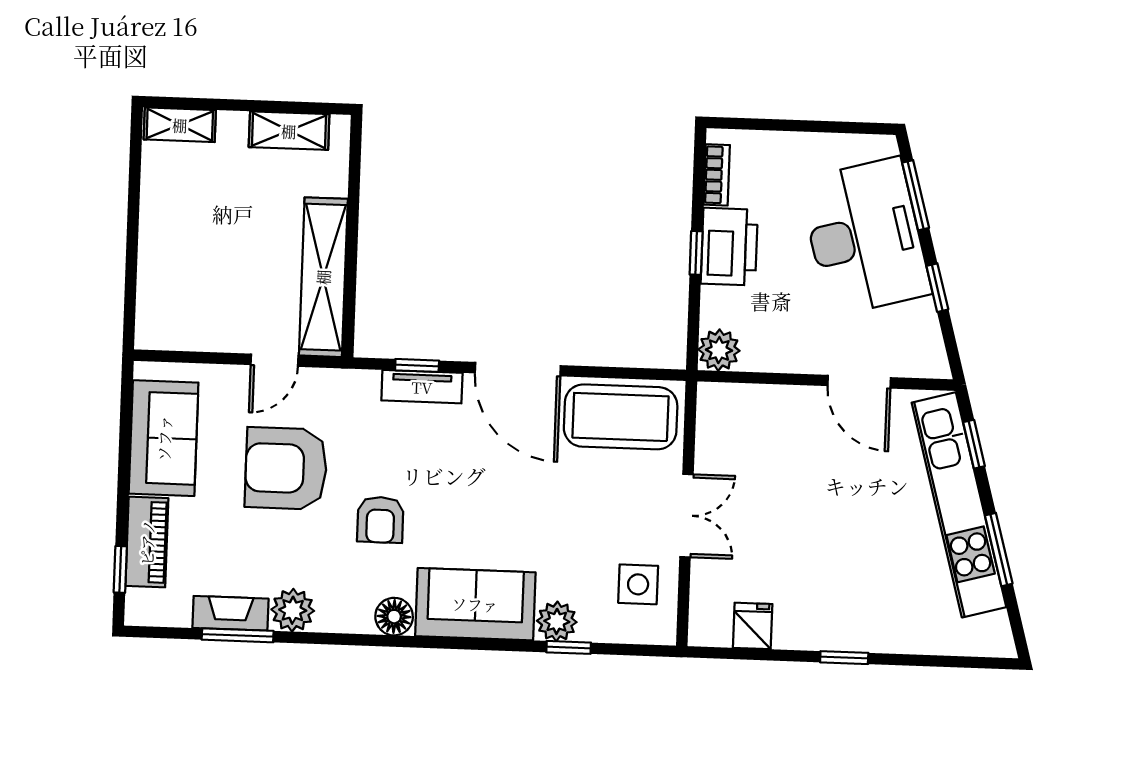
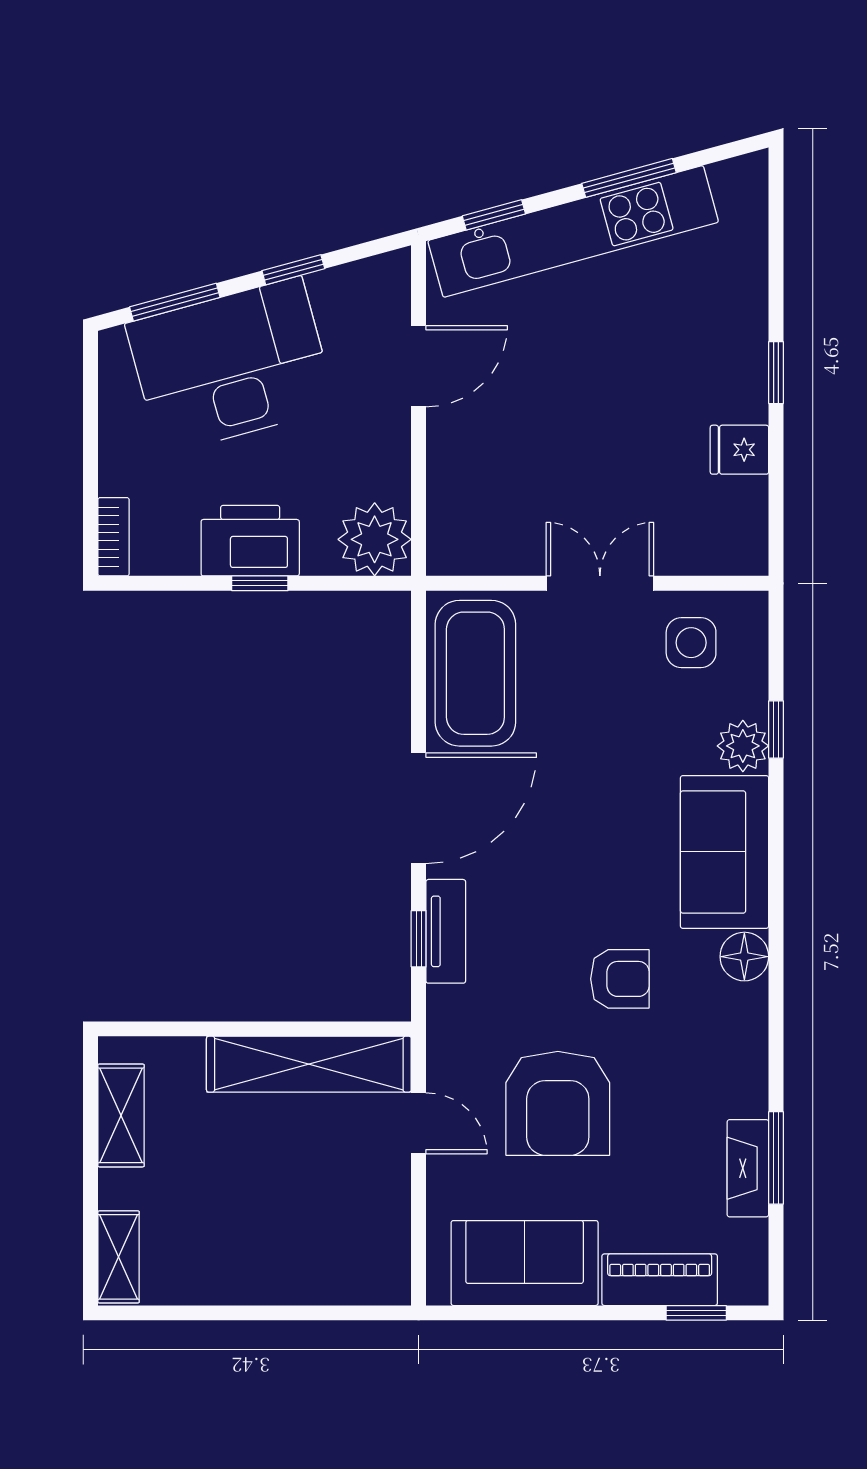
bookcase: (717, 175) -> (114, 537), moved, turned 90
plant: (719, 350) -> (375, 539), width x1.36, depth x1.36
plant: (293, 610) -> (741, 1088), removed
fridge: (753, 626) -> (739, 450), moved

